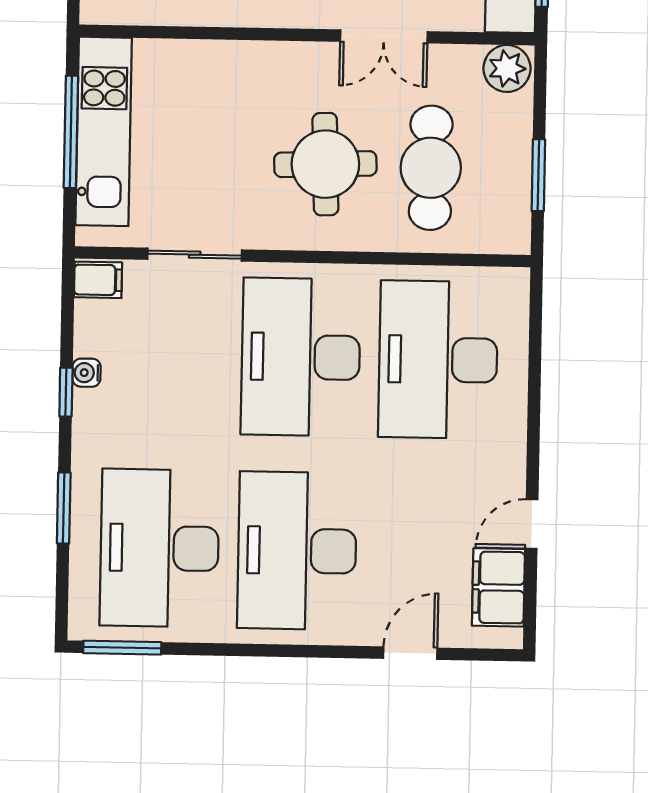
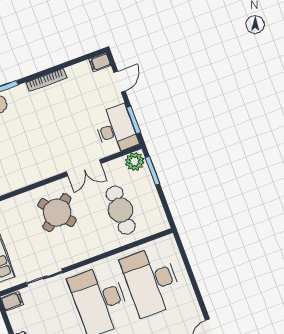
round table: (325, 164) -> (57, 213), moved, turned -36
window: (538, 175) -> (152, 171), moved

